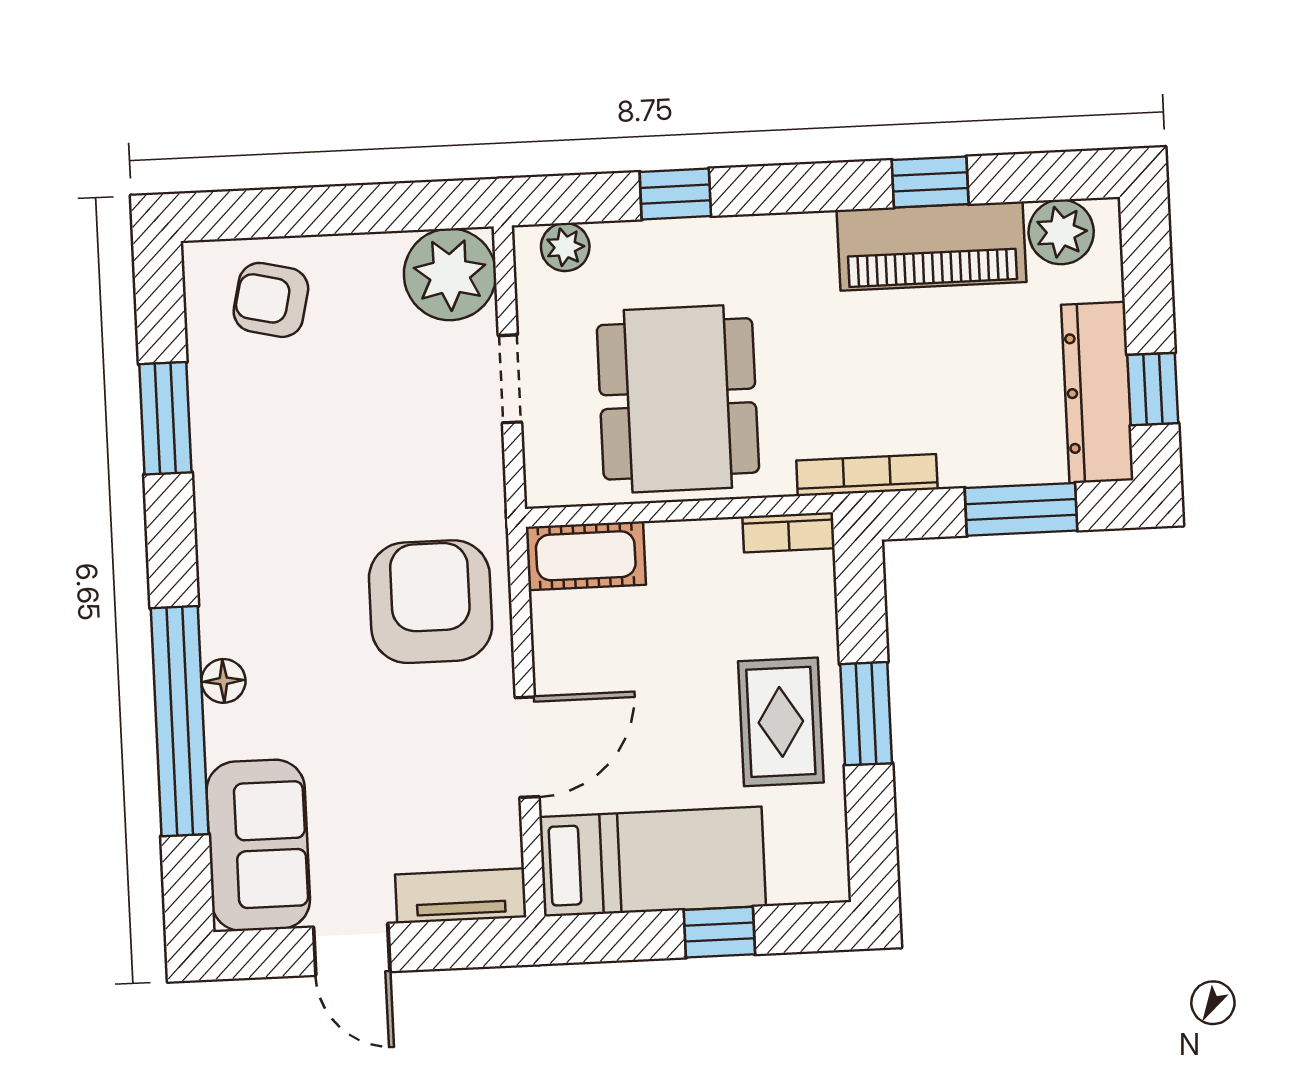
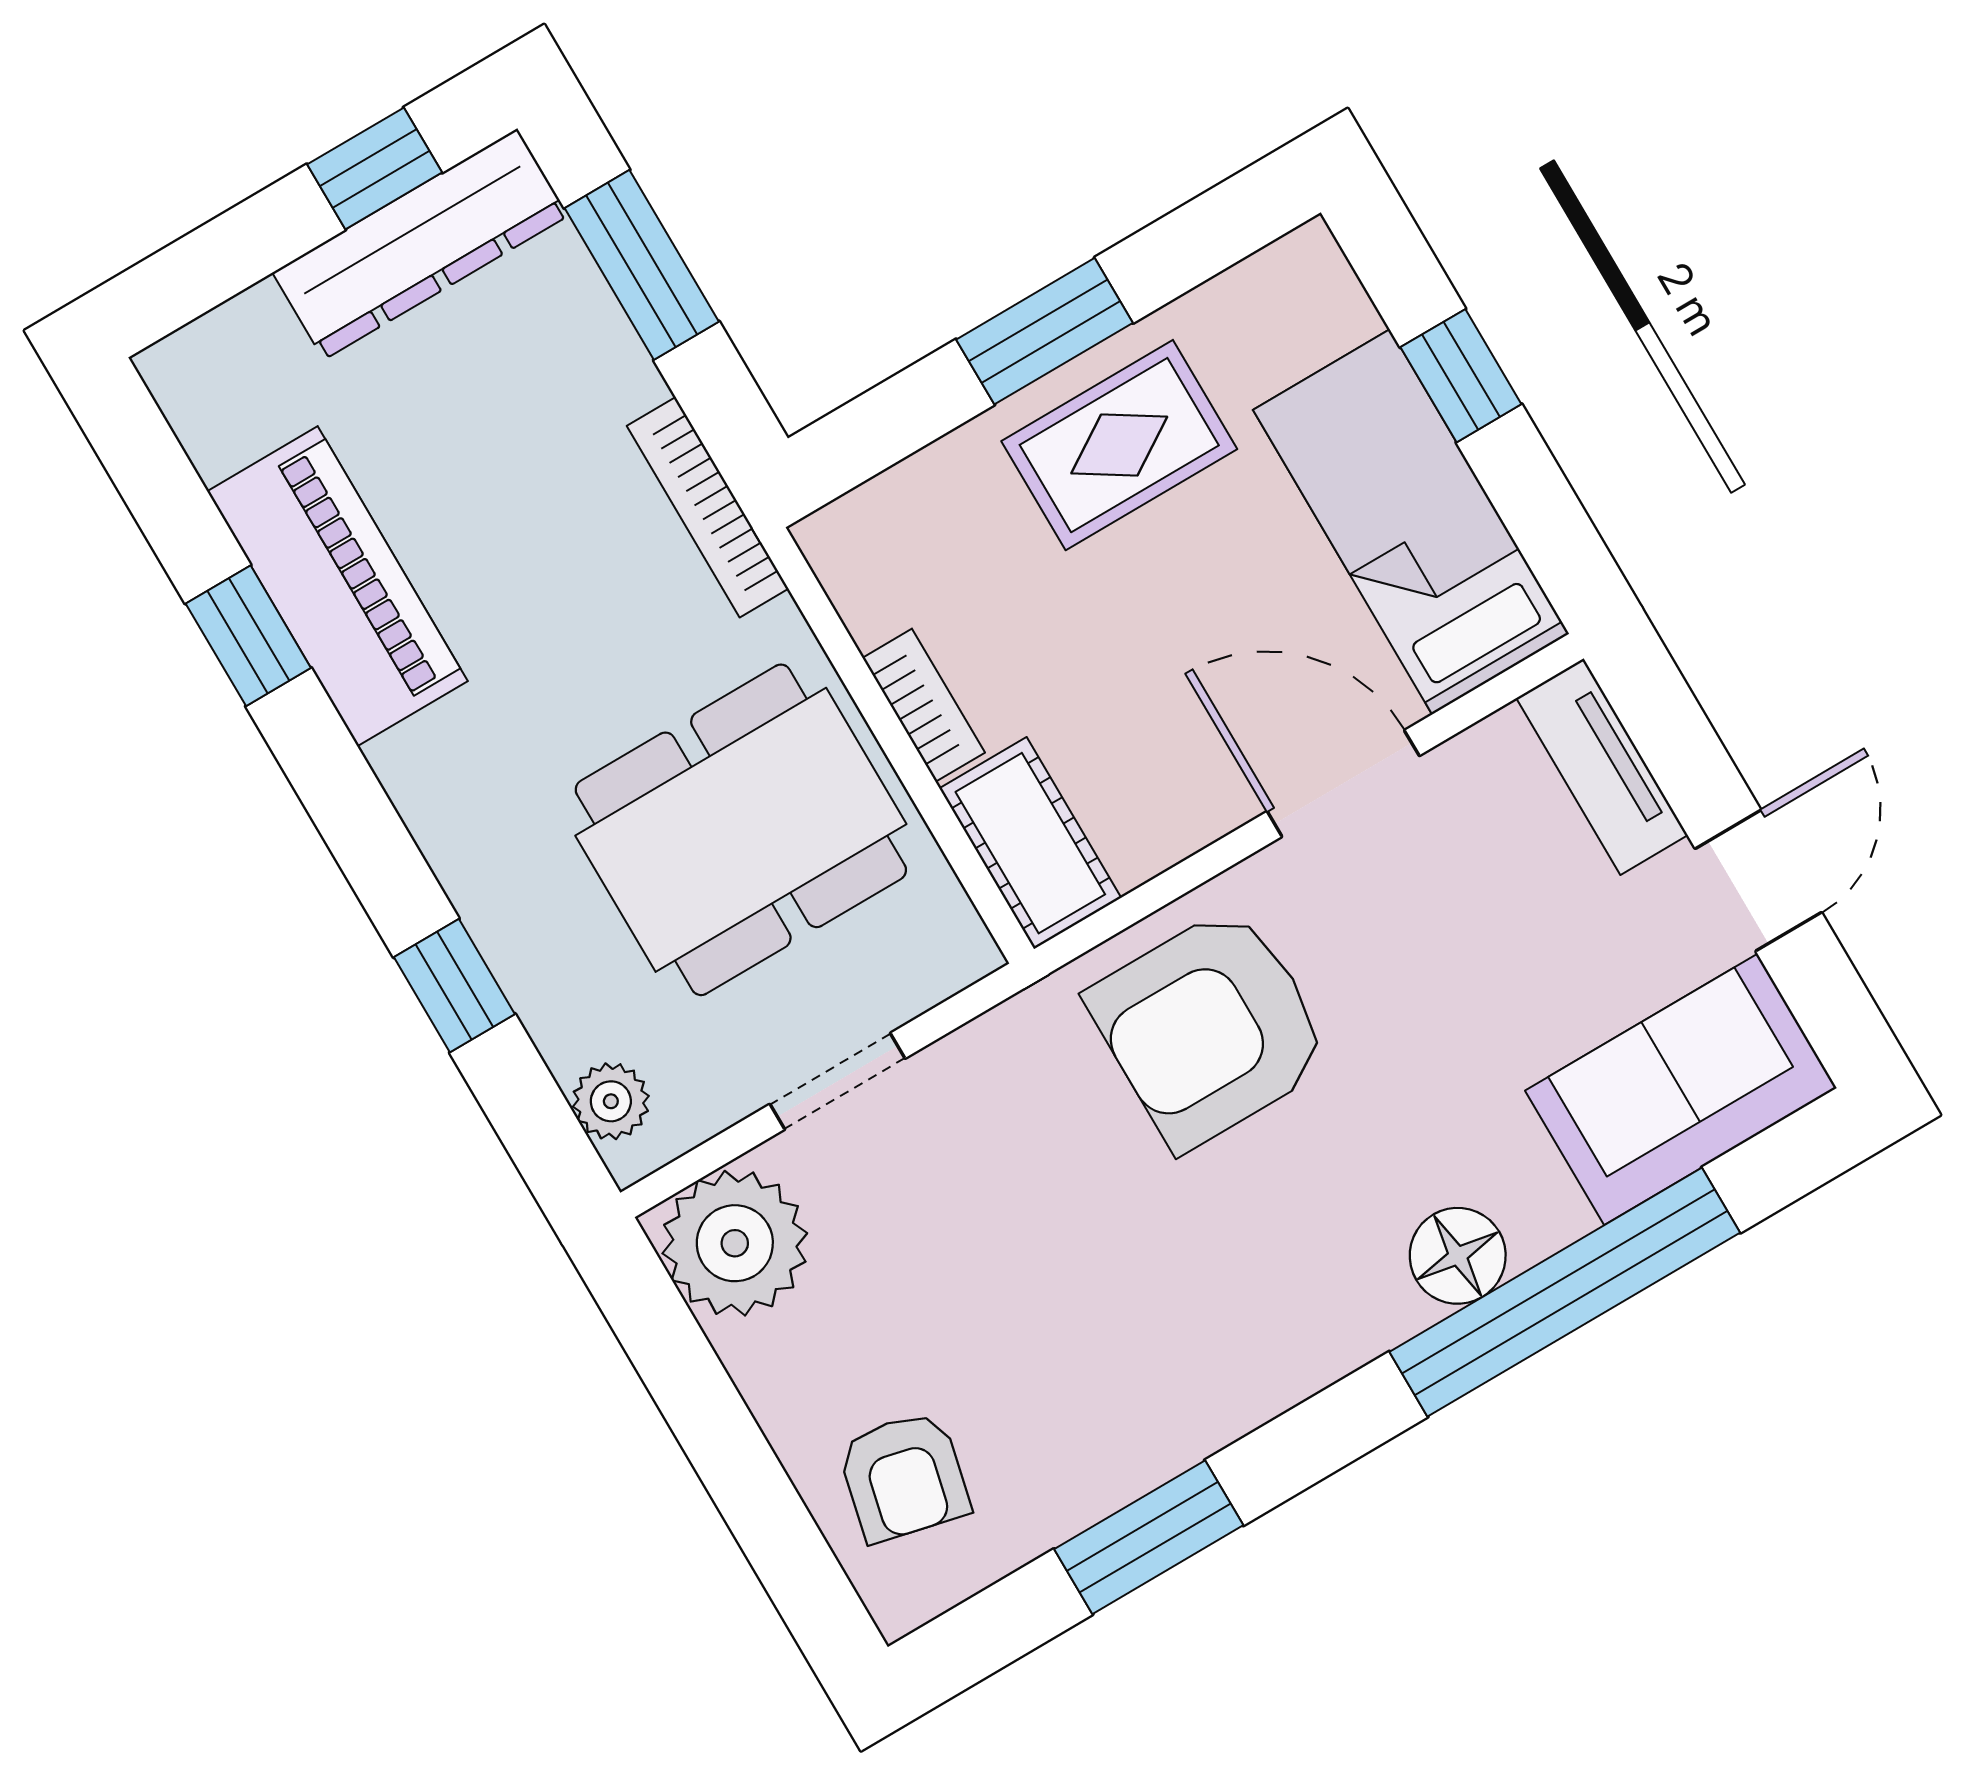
plant: (1061, 232) -> (221, 414), removed
bookcase: (789, 532) -> (924, 705), moved
floor lamp: (223, 681) -> (1458, 1256), width x1.37, depth x1.37

